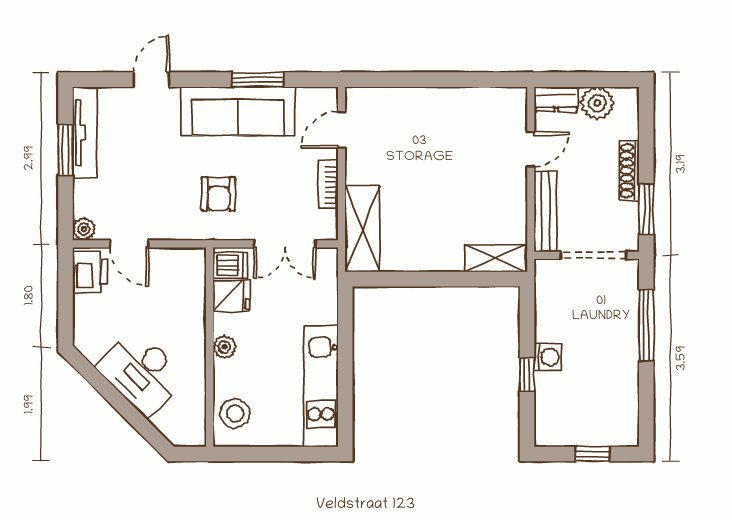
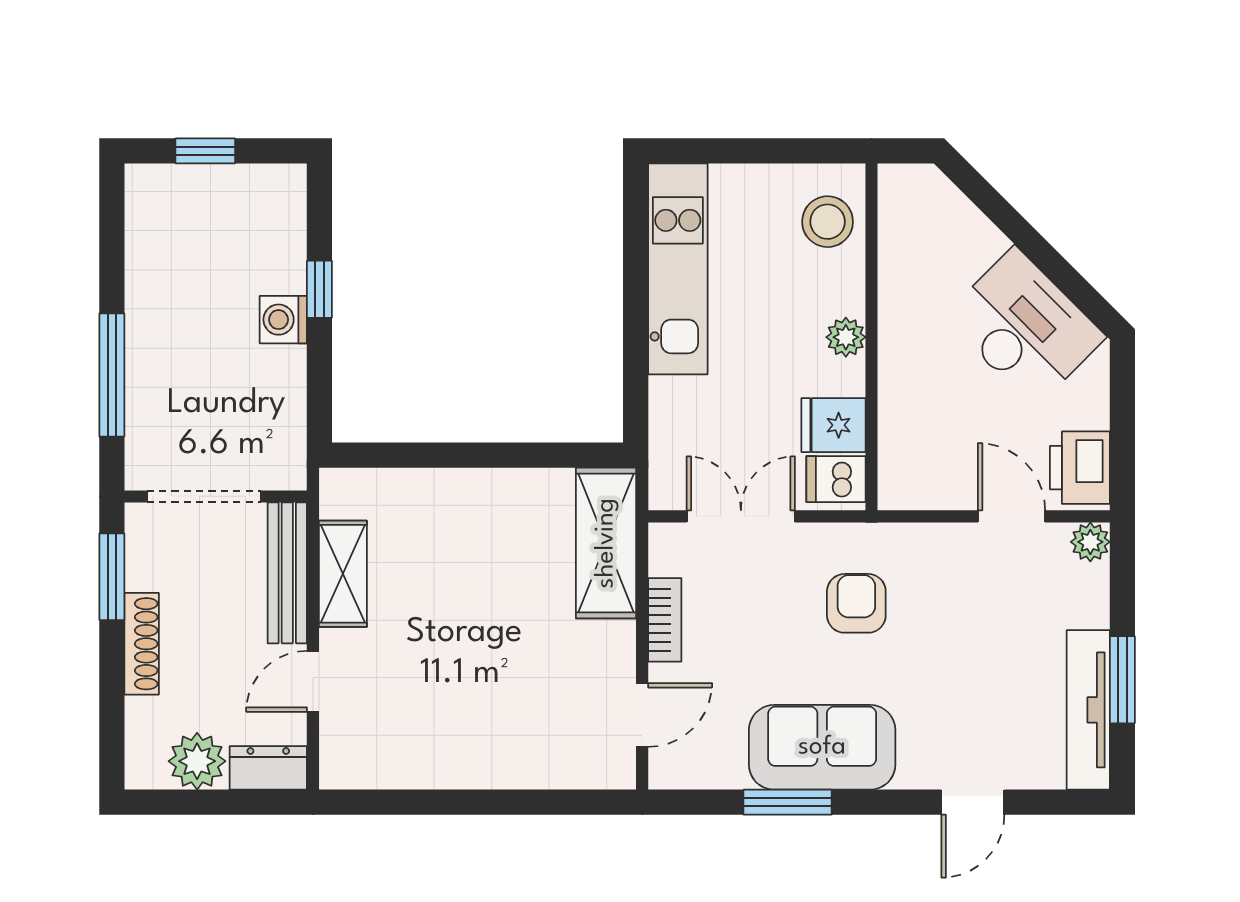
sofa: (238, 111) -> (822, 747), width x0.73
shelving: (495, 258) -> (343, 574), moved, turned 90
desk: (141, 372) -> (1025, 327), moved

